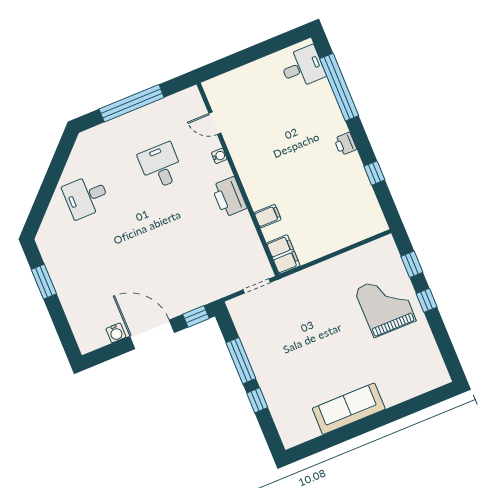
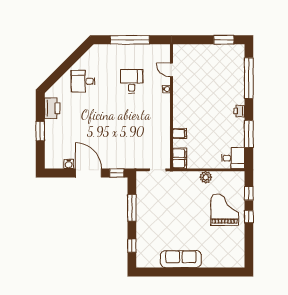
window: (276, 44) -> (224, 40), added
desk: (303, 67) -> (233, 158), moved
window: (374, 173) -> (249, 134), width x2.17
printer: (229, 197) -> (52, 108), moved, turned 180
plant: (335, 267) -> (206, 177), added
window: (44, 282) -> (40, 131), moved
window: (257, 400) -> (132, 246), moved

